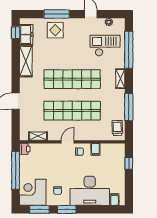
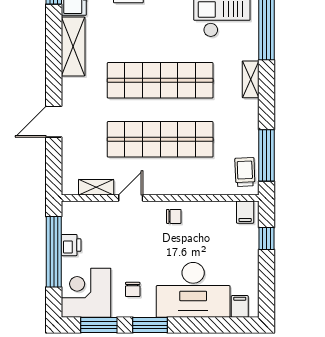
window: (129, 107) -> (266, 155), moved
door: (68, 142) -> (131, 198), moved
printer: (25, 149) -> (71, 245), moved
filing cabinet: (95, 149) -> (245, 212), moved

